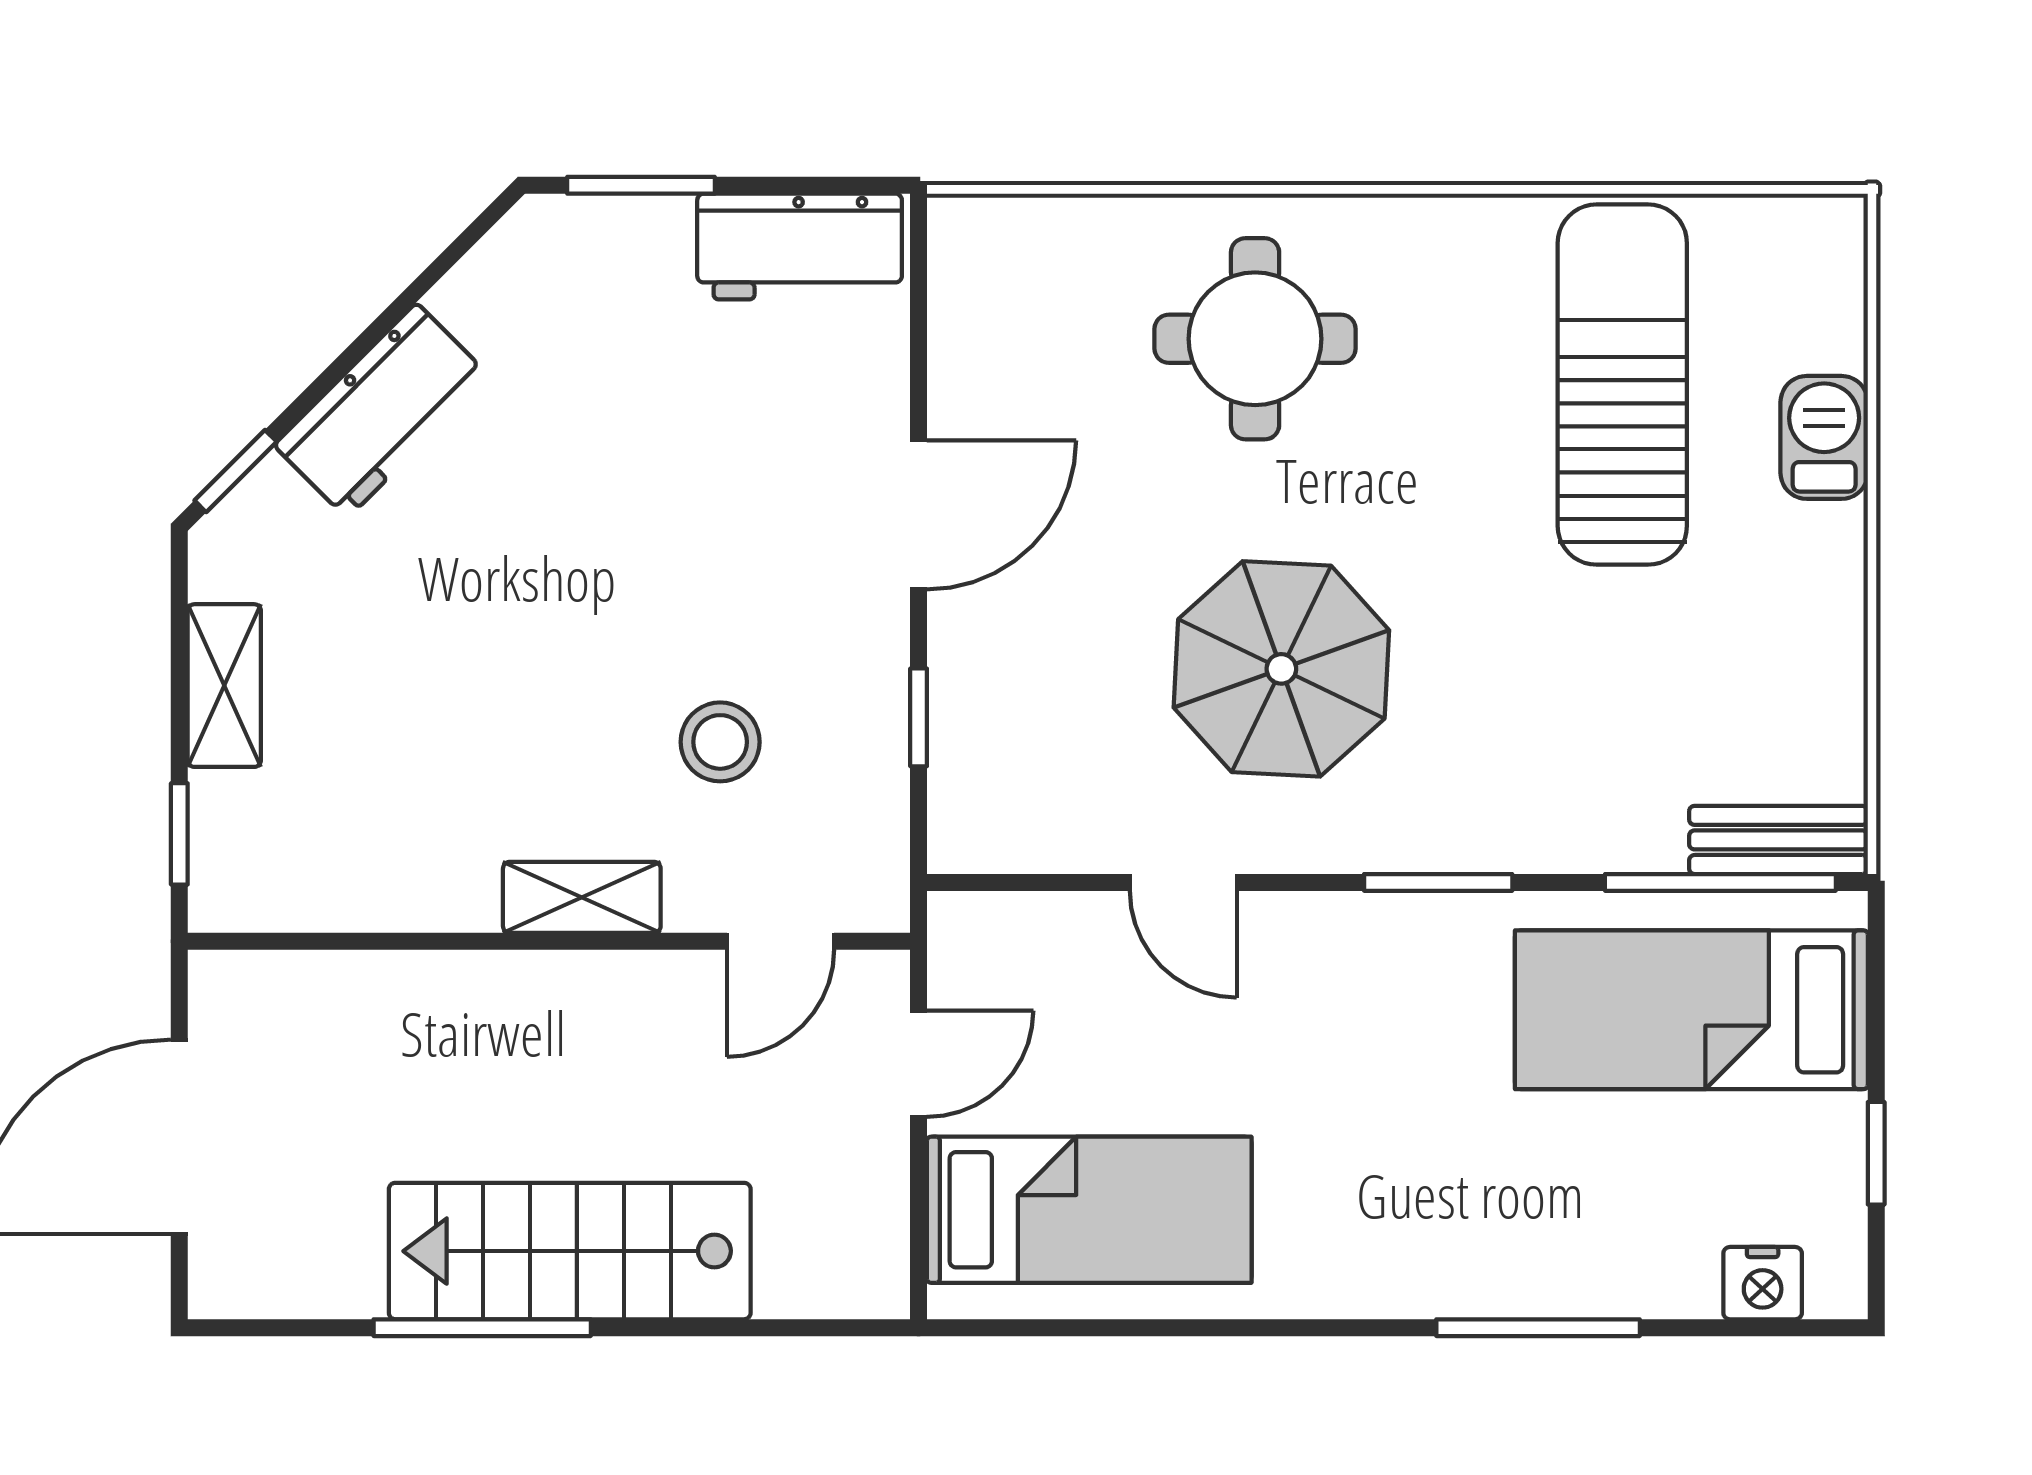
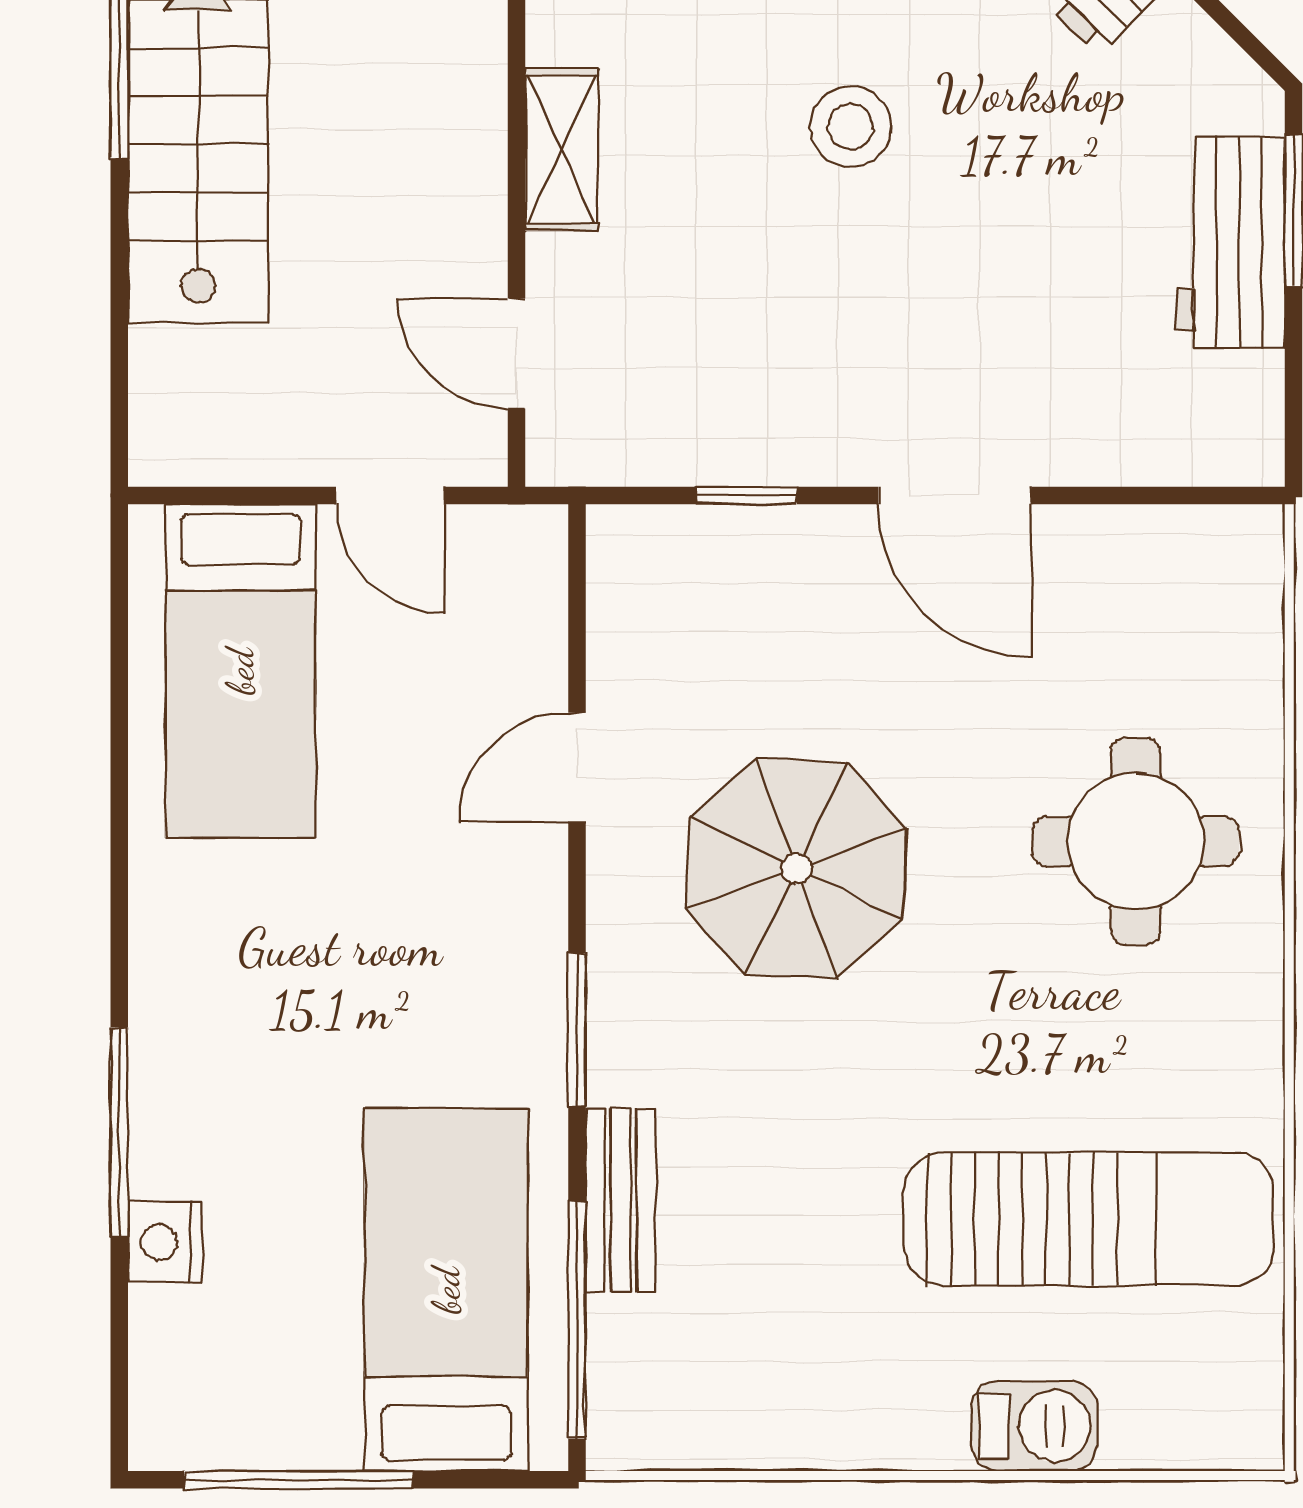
workbench: (800, 247) -> (1231, 242), moved
stool: (720, 742) -> (851, 127), moved
bench: (1778, 840) -> (621, 1200), moved
window: (1876, 1153) -> (299, 1480), width x2.17
nightstand: (1763, 1283) -> (165, 1242), moved

